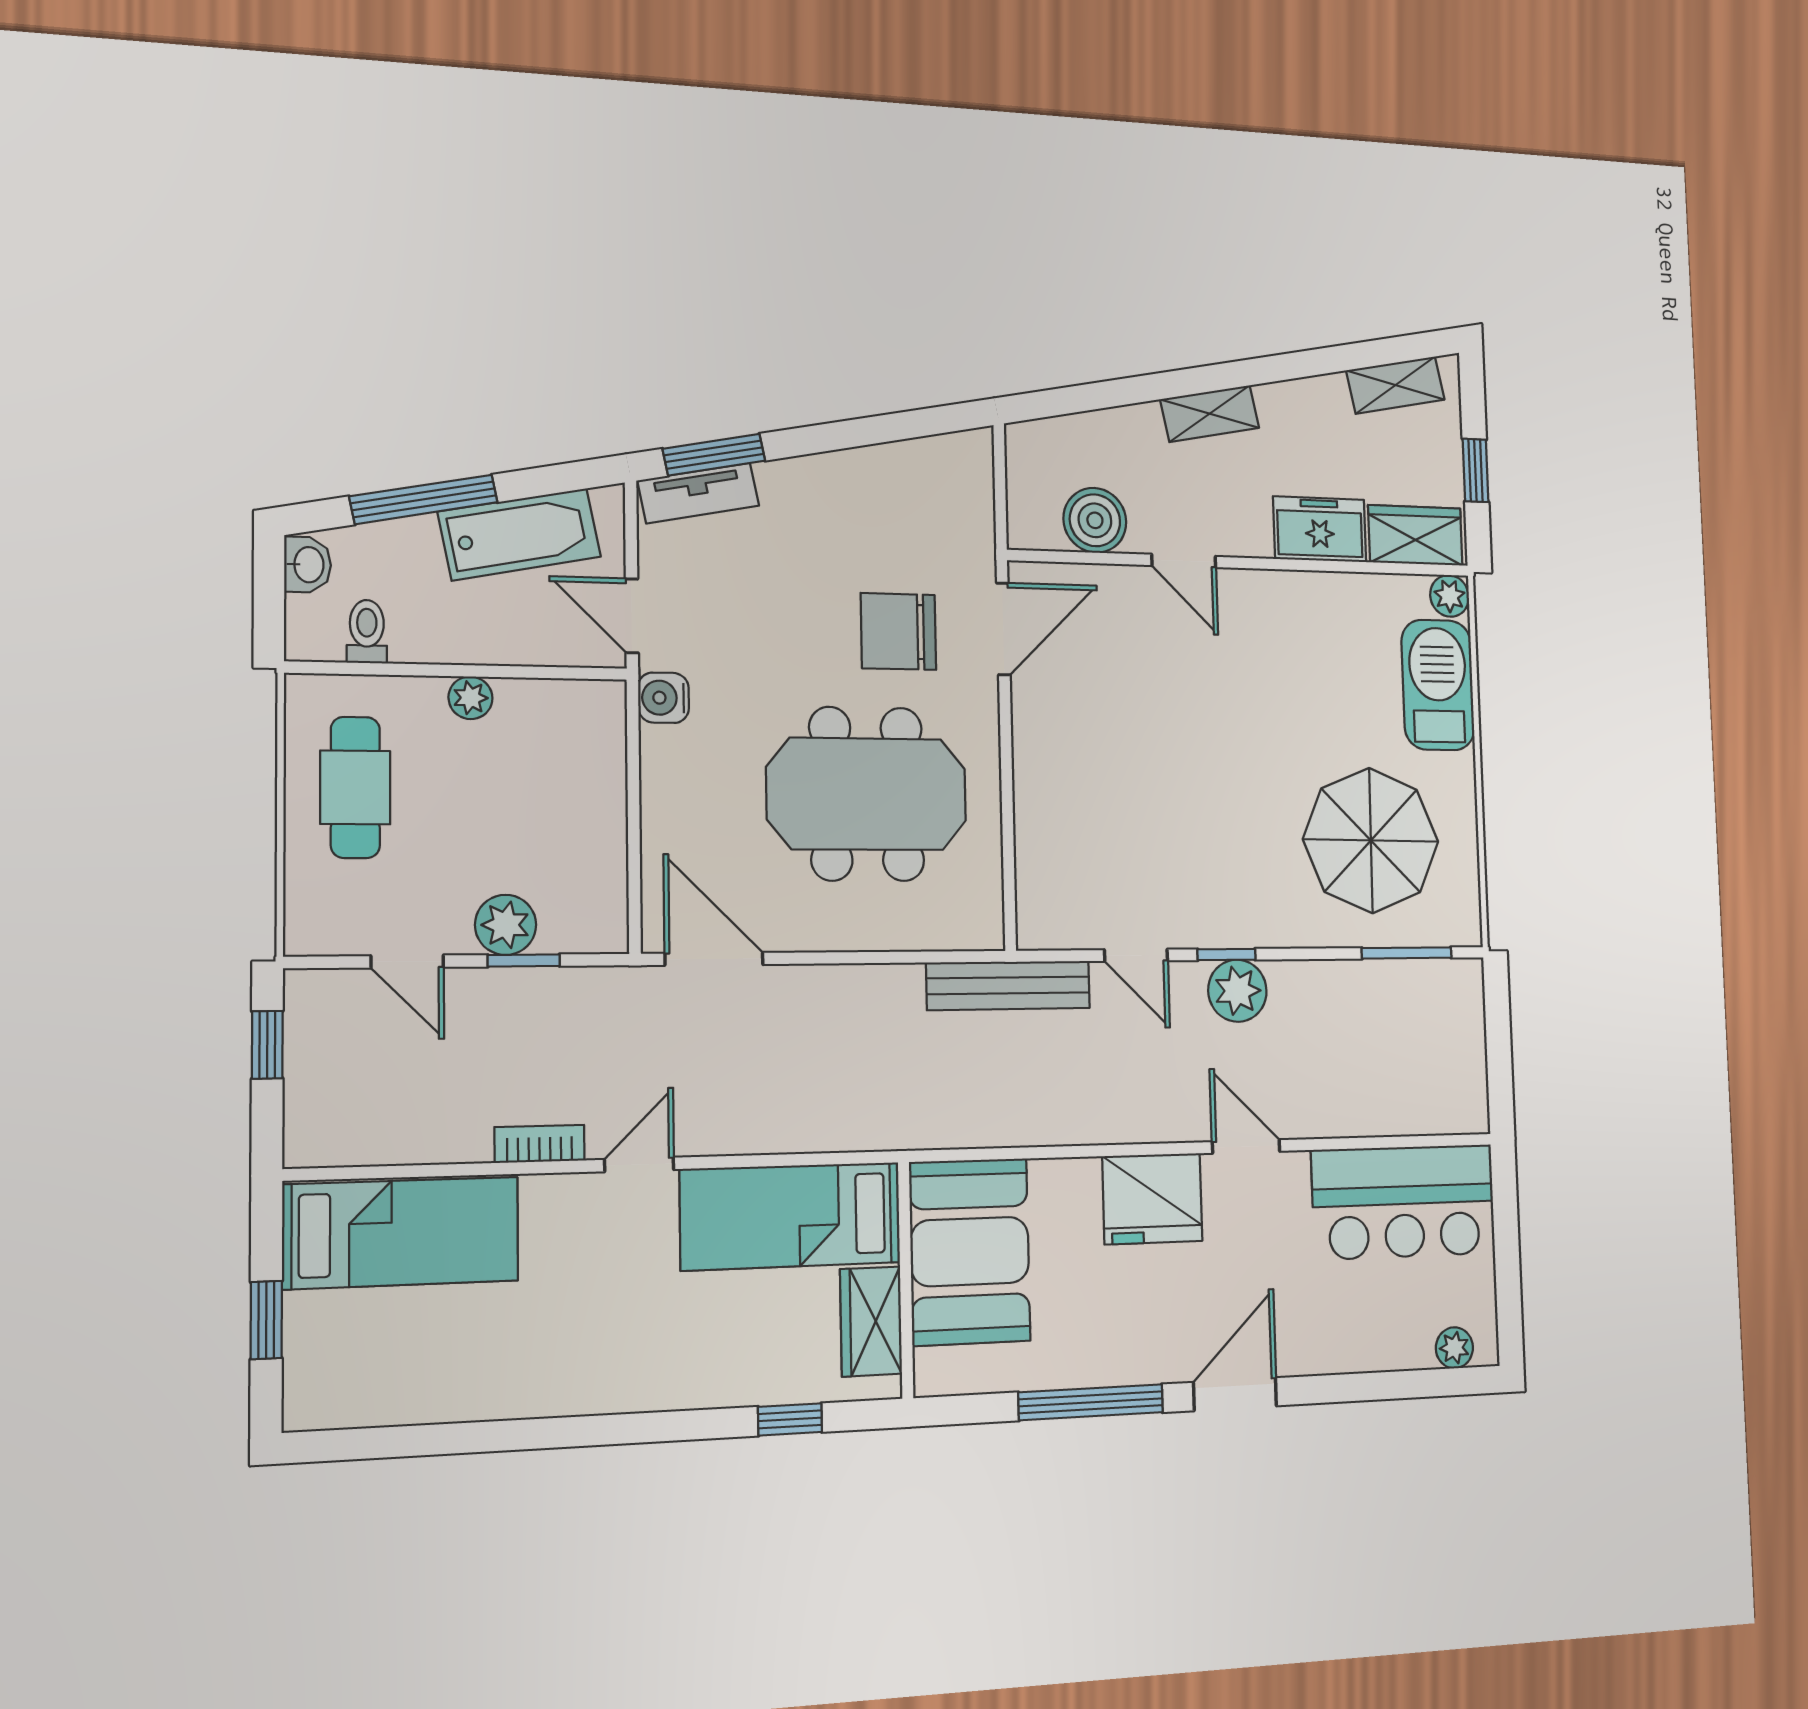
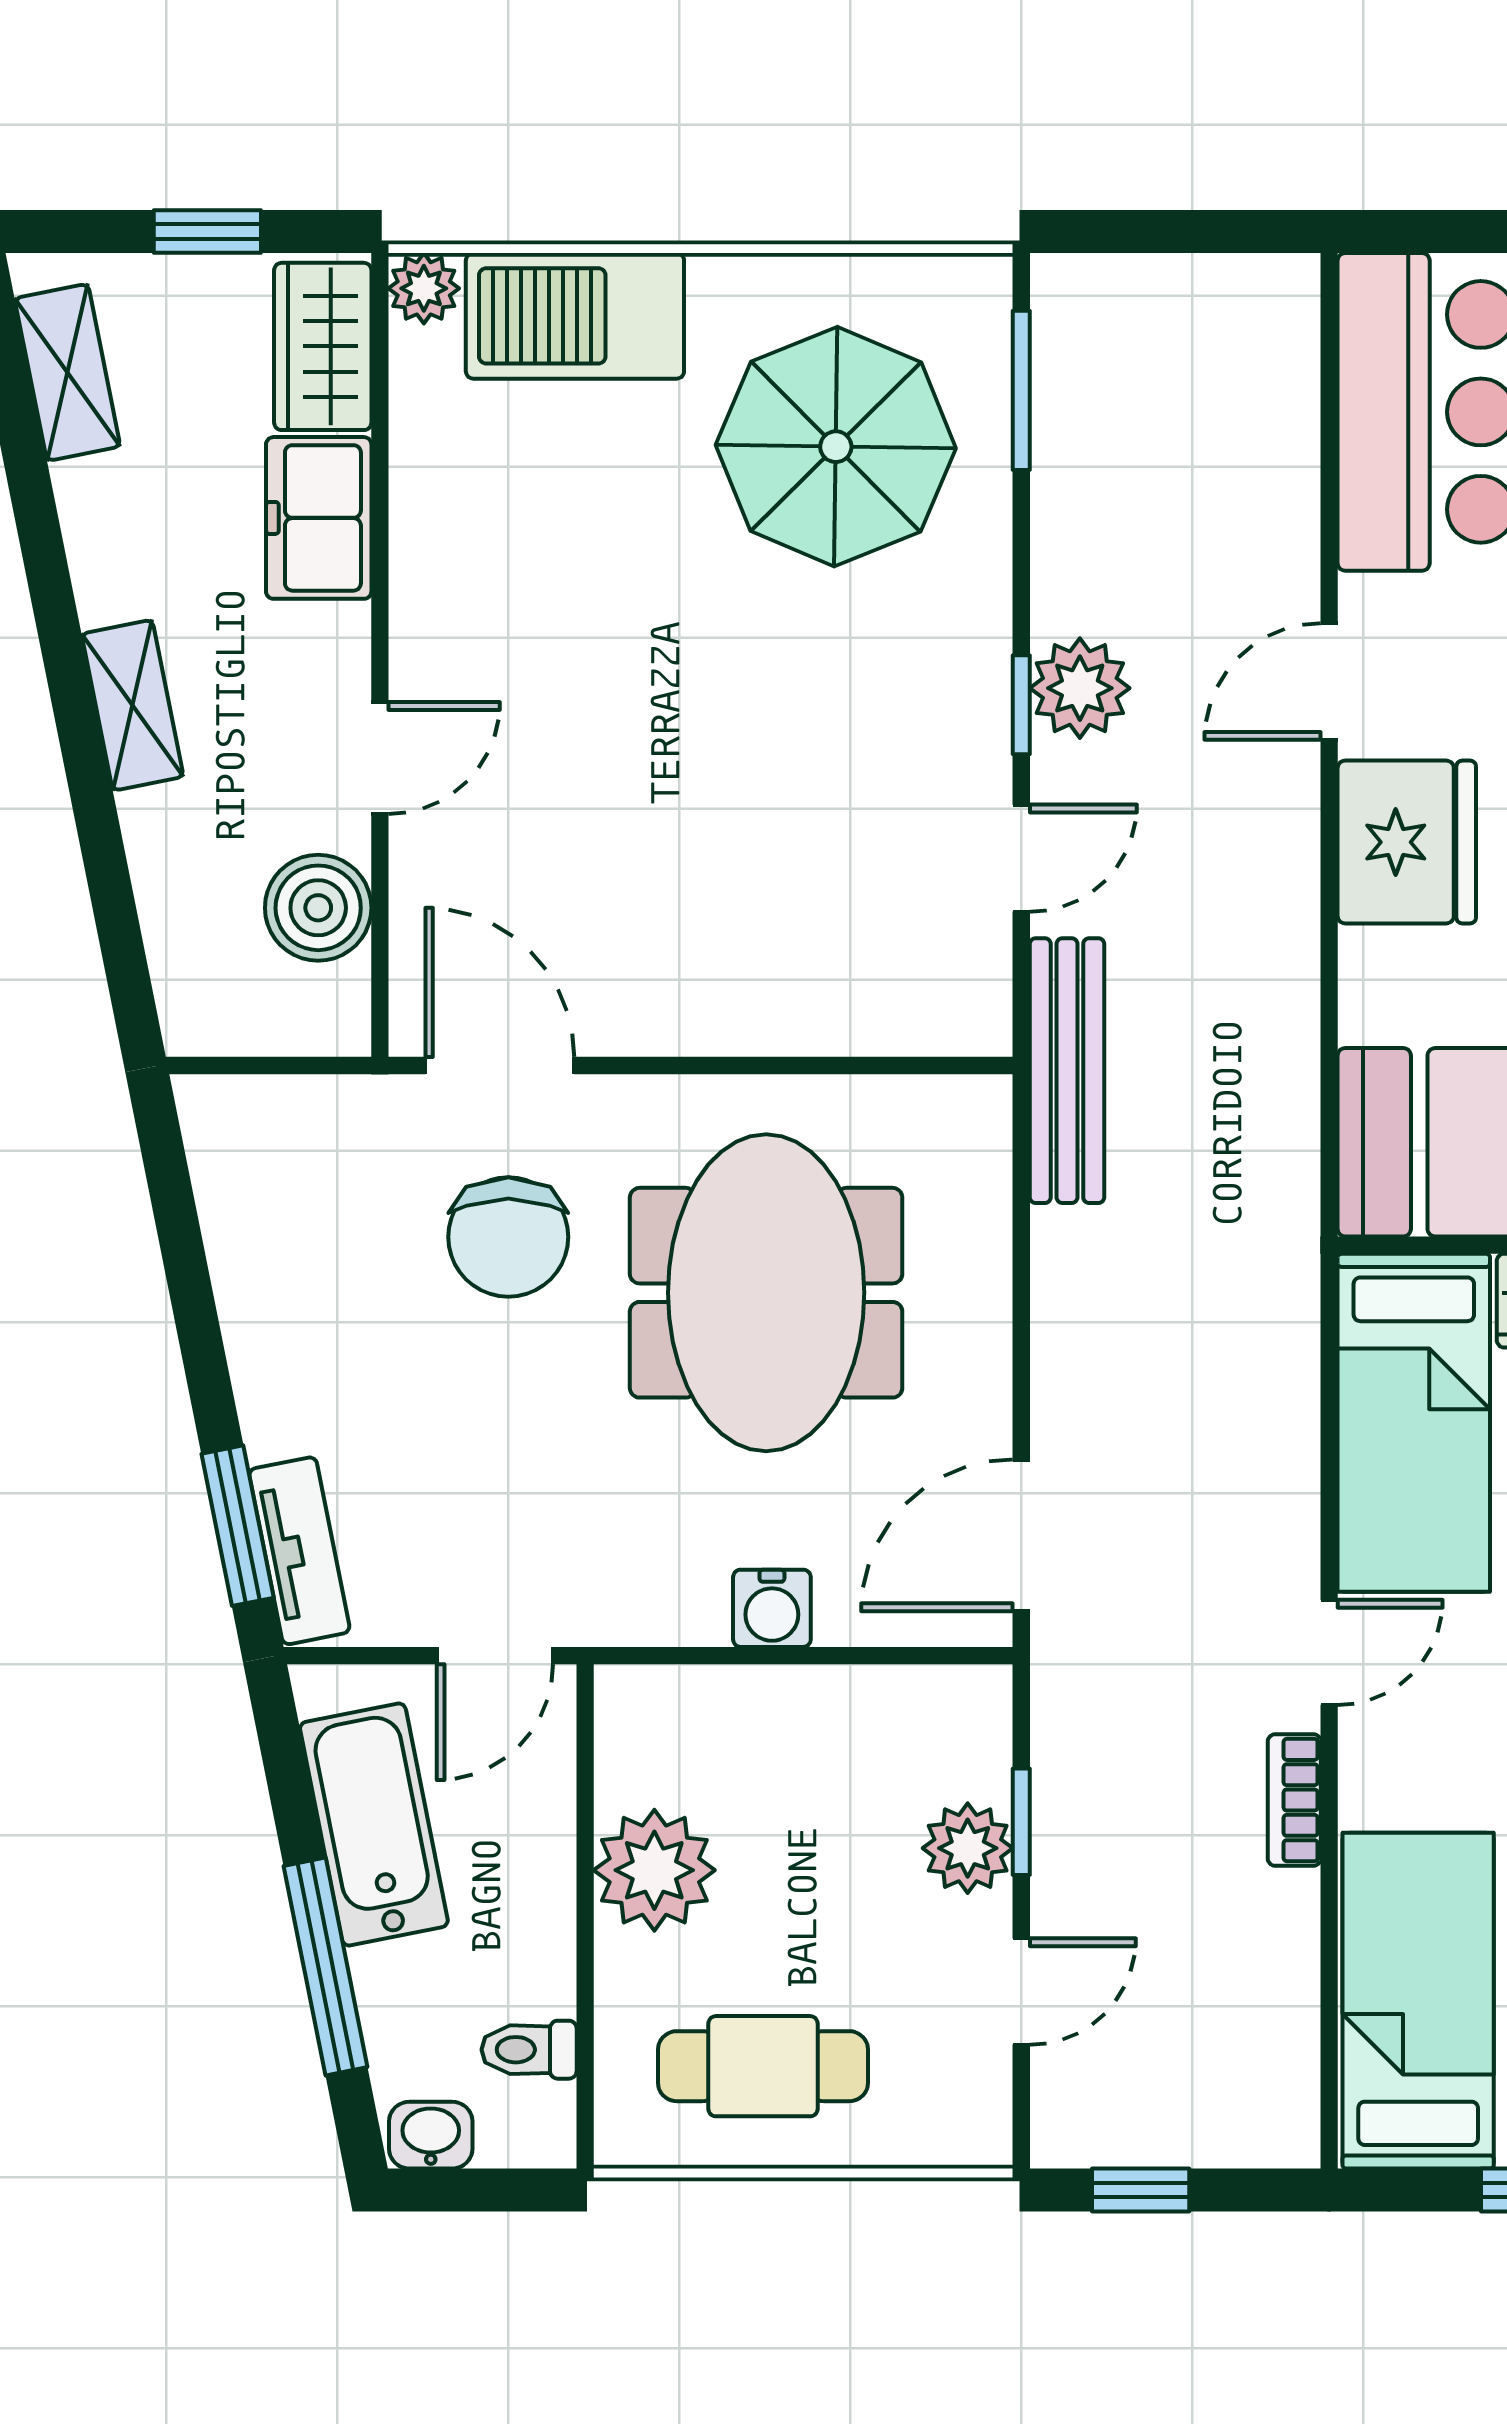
plant: (470, 698) -> (654, 1870), width x1.88, depth x1.88
water cooler: (663, 698) -> (772, 1608), moved
door: (639, 1164) -> (1329, 1652), swing flipped

